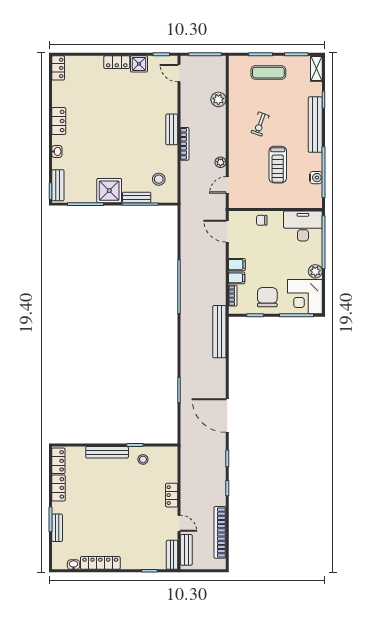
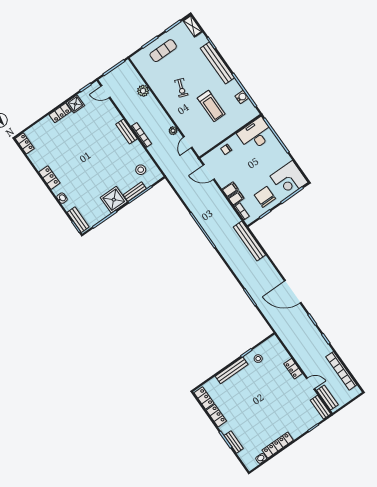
plant: (315, 271) -> (284, 158), removed

